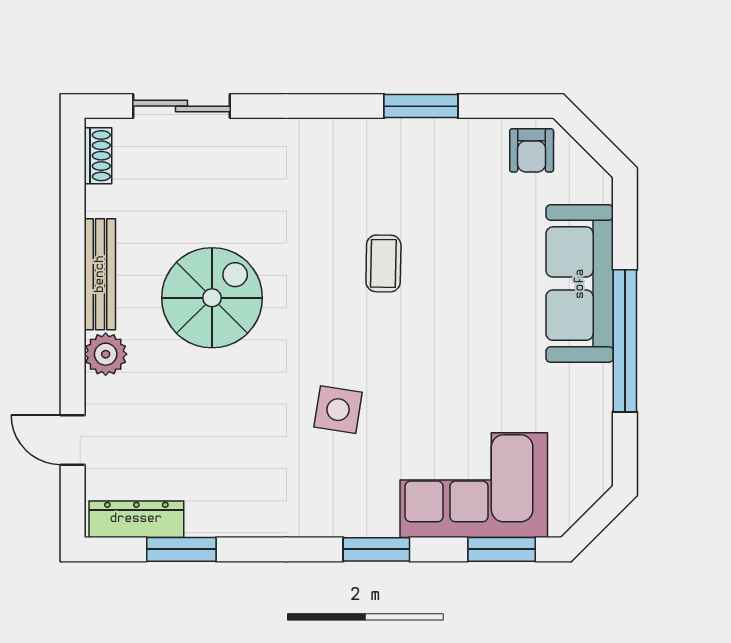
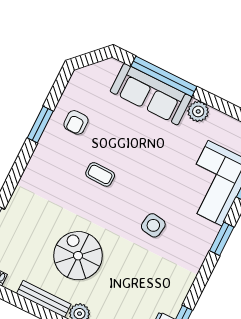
armchair: (532, 150) -> (76, 122), moved, turned 90
window: (625, 341) -> (164, 76), moved
plant: (591, 387) -> (198, 111), added

